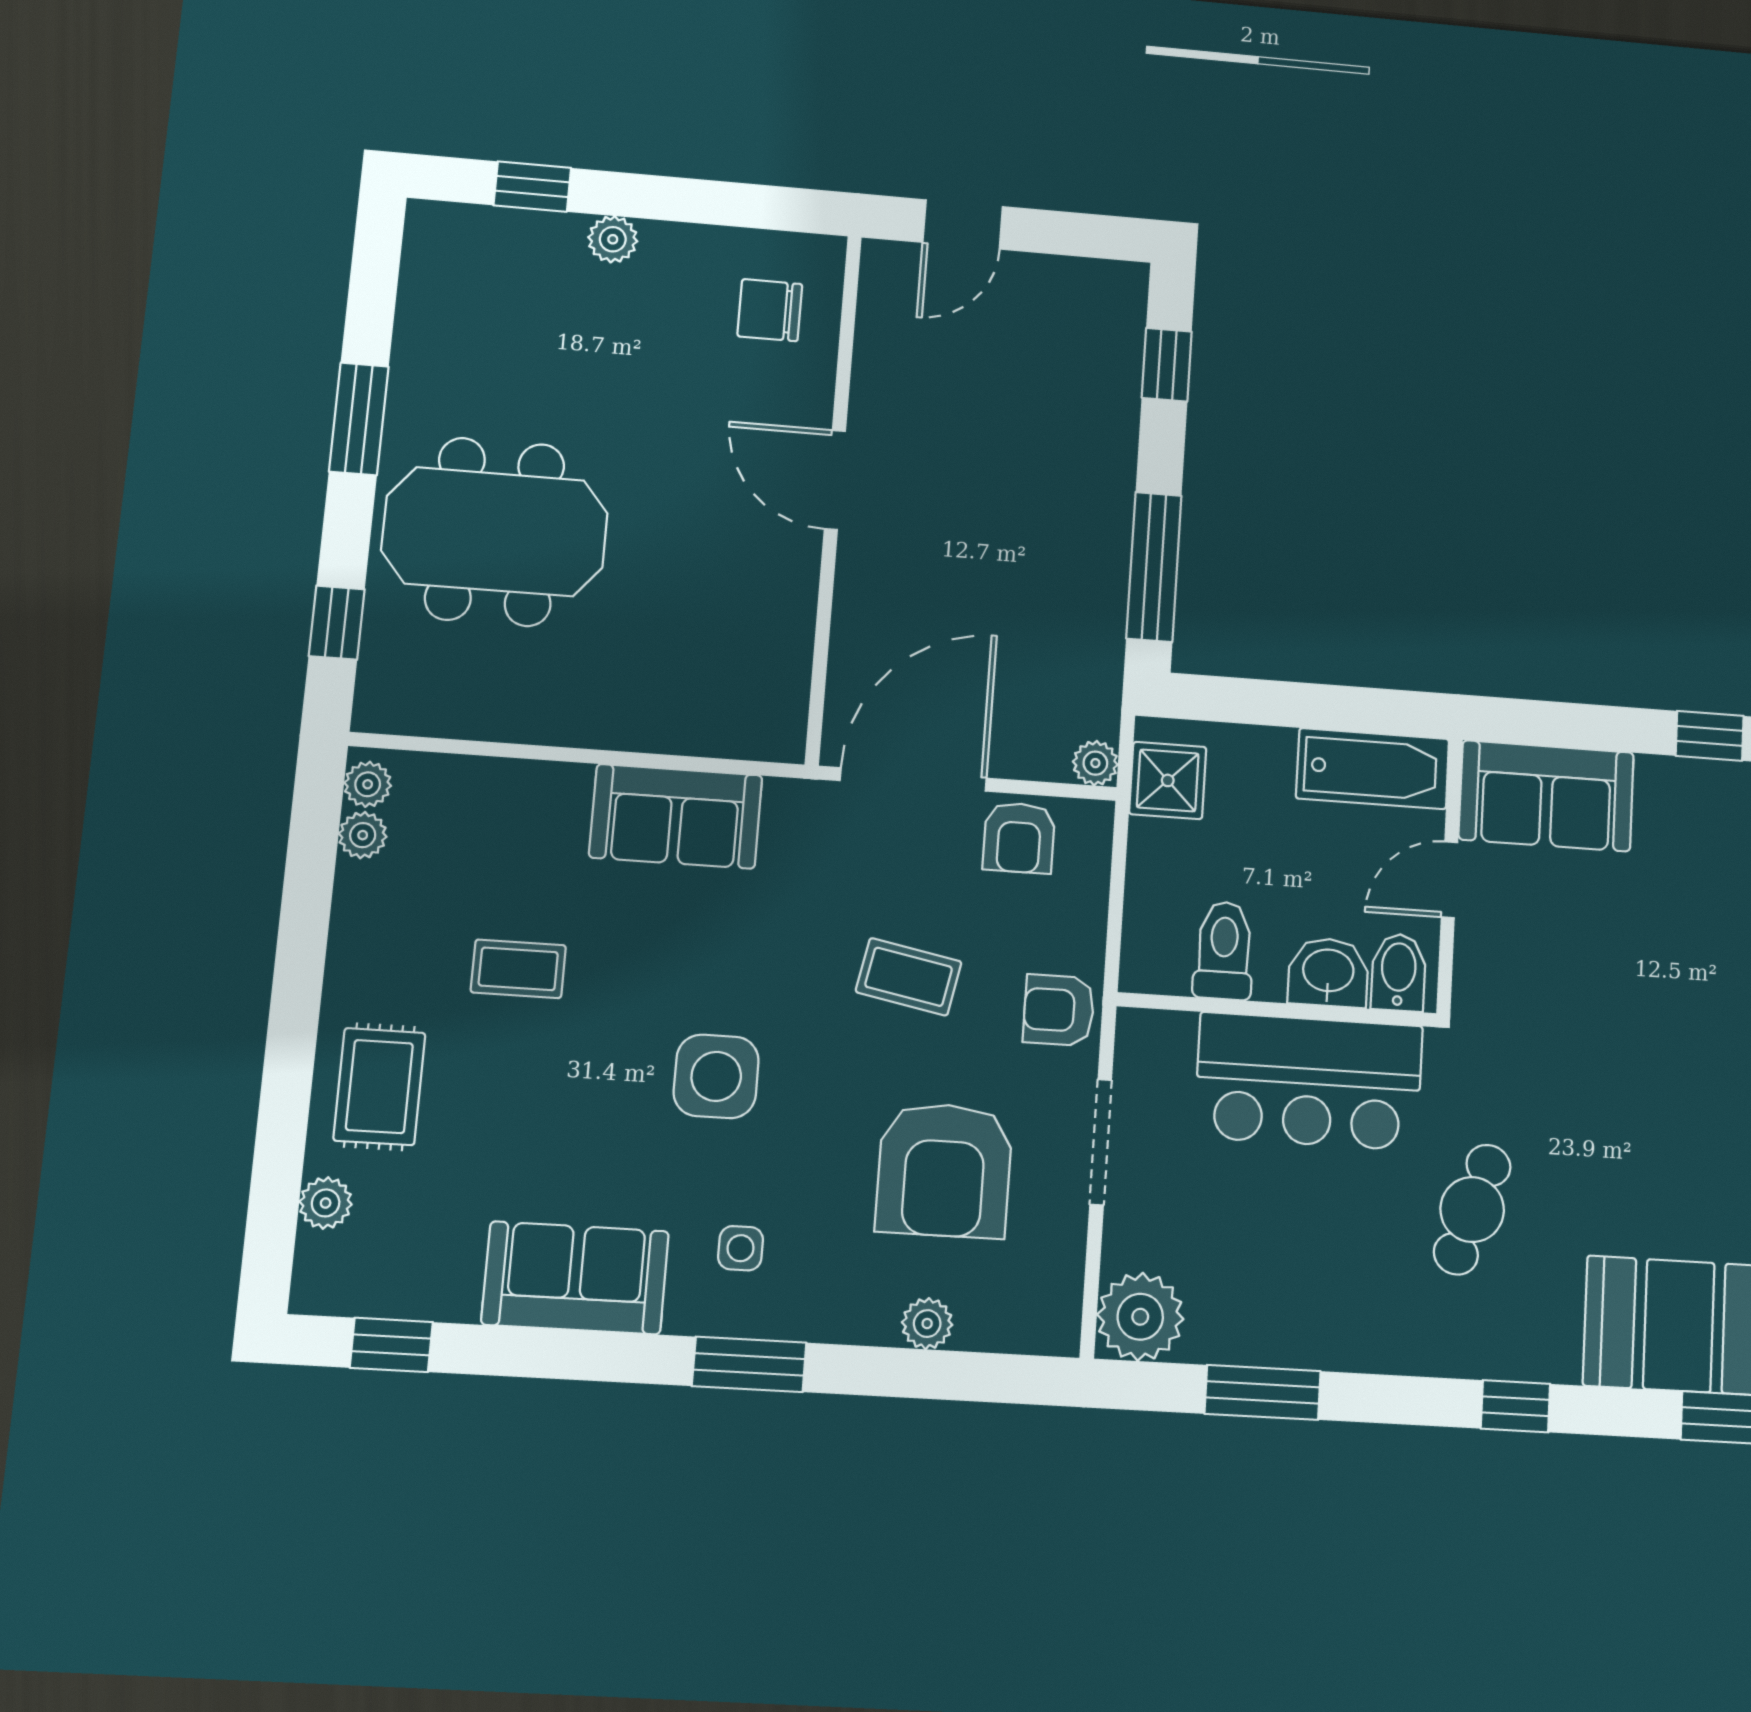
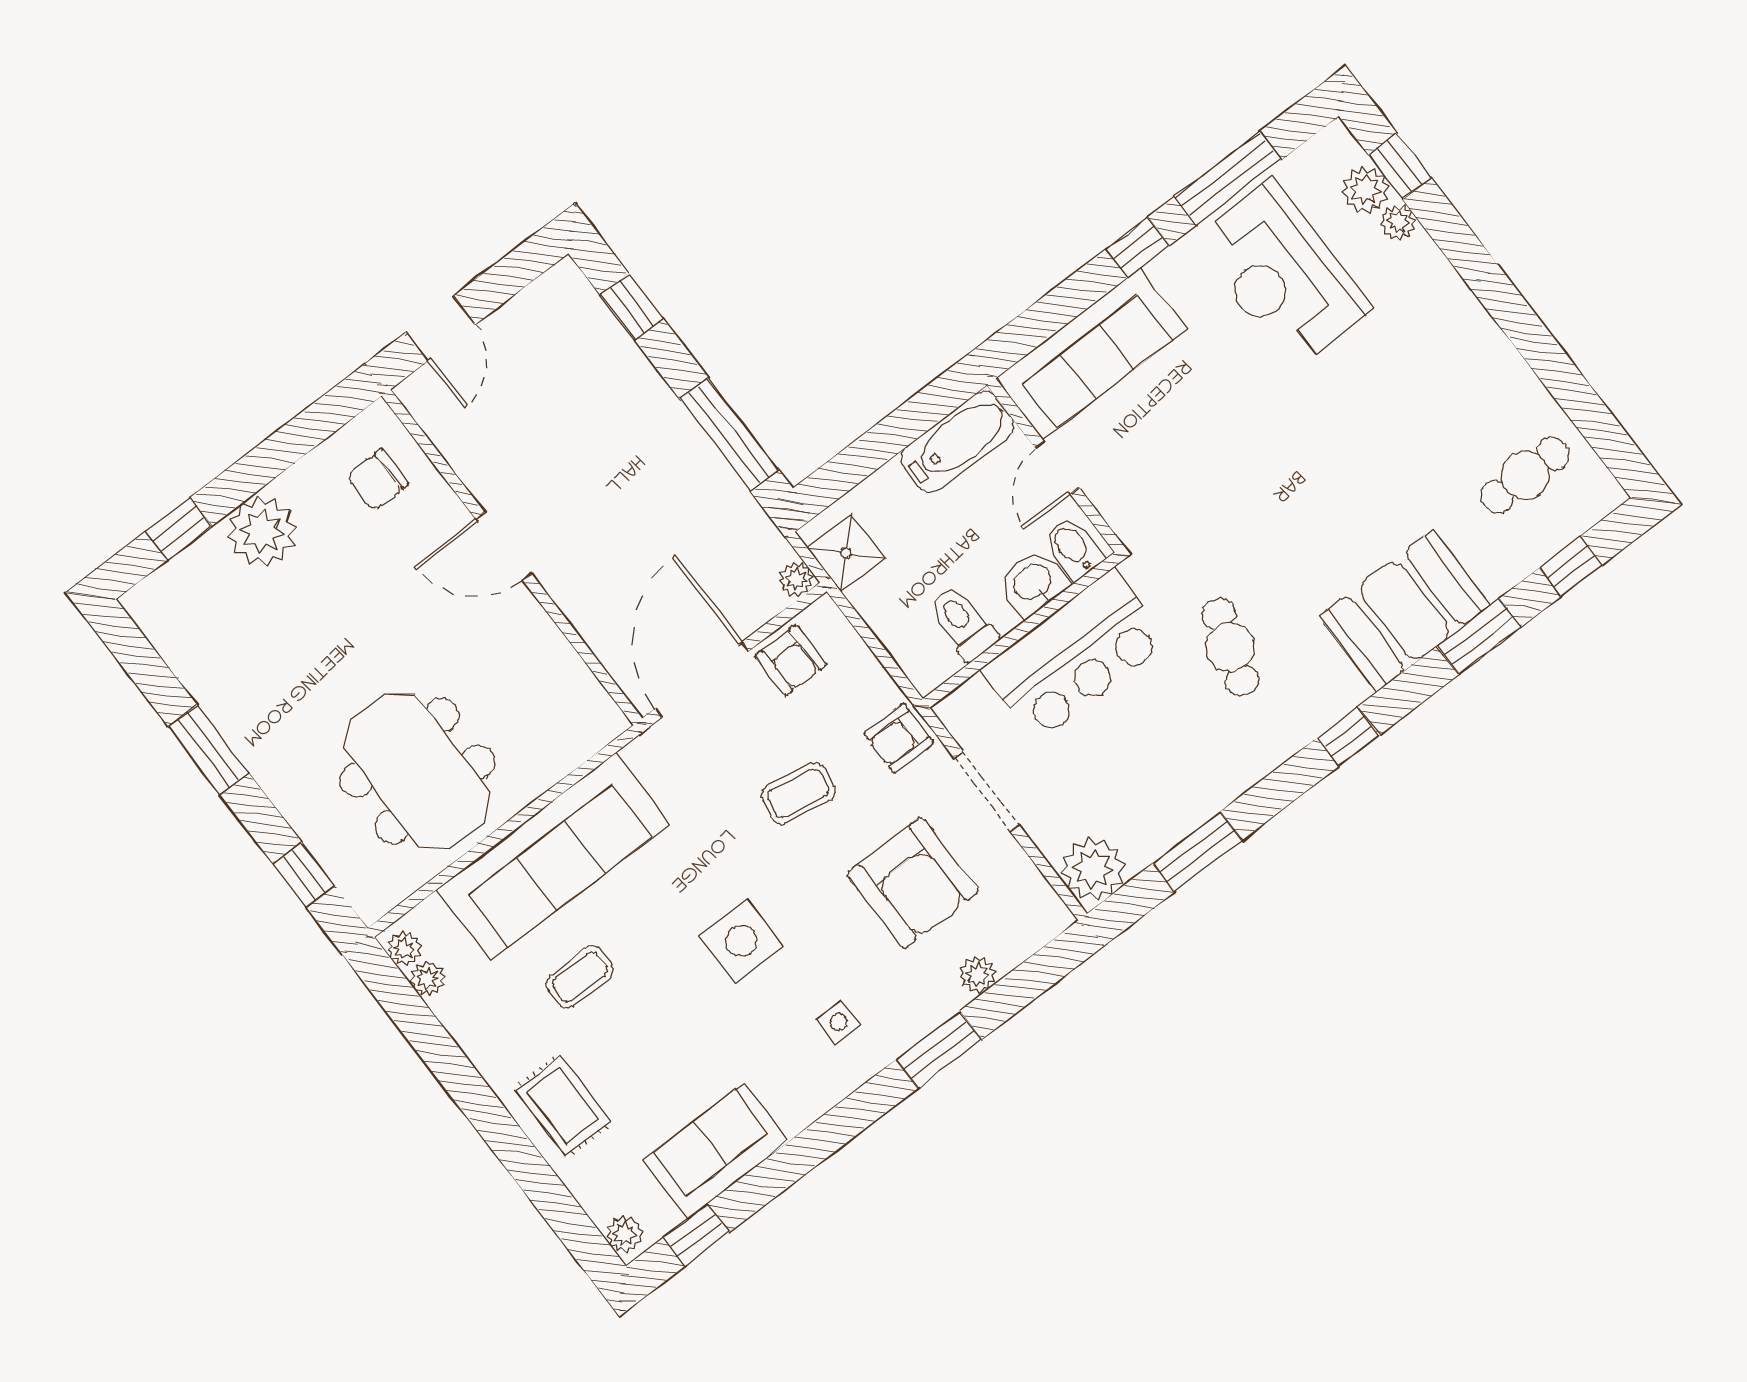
plant: (613, 239) -> (262, 532), width x1.88, depth x1.88
meeting table: (495, 532) -> (417, 771), moved, turned 90
sofa: (1546, 796) -> (1091, 354), width x1.36
sofa: (676, 816) -> (553, 856), width x1.85, depth x1.27
plant: (326, 1203) -> (624, 1234), moved
sofa: (575, 1278) -> (716, 1151), moved
window: (749, 1364) -> (939, 1049), moved

